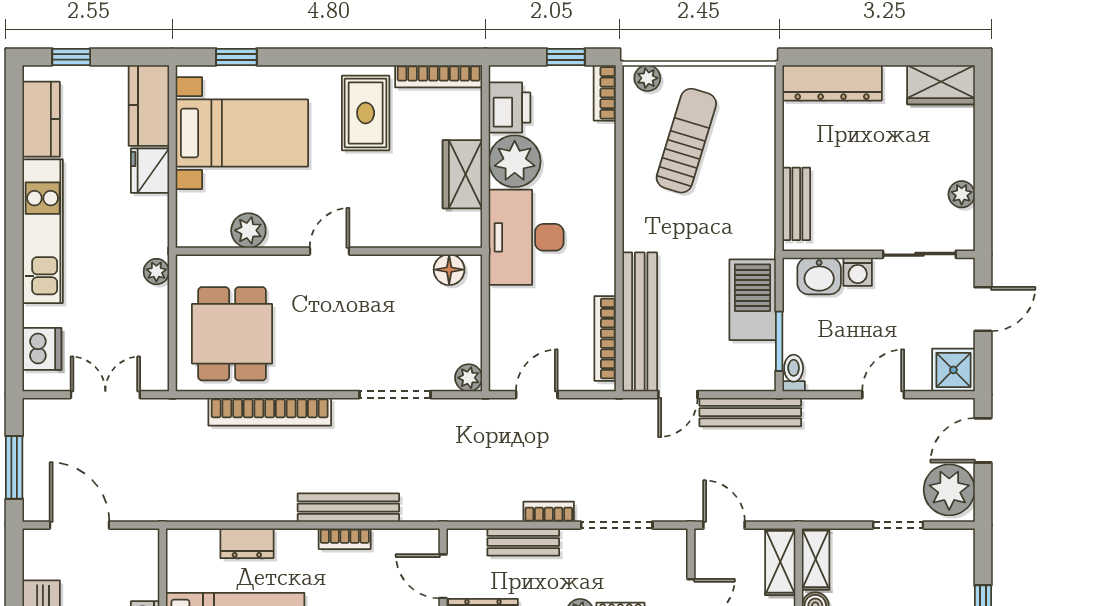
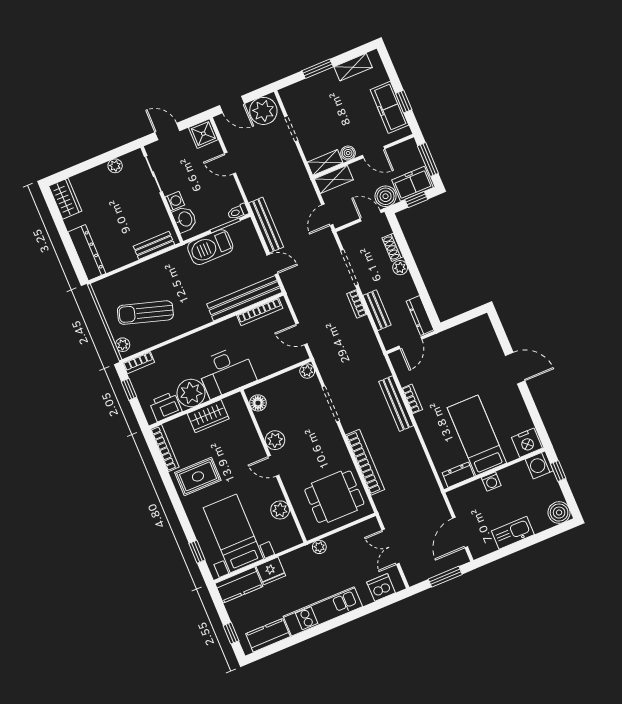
plant: (373, 272) -> (275, 440), added
dresser: (247, 543) -> (458, 475), moved, turned -90

